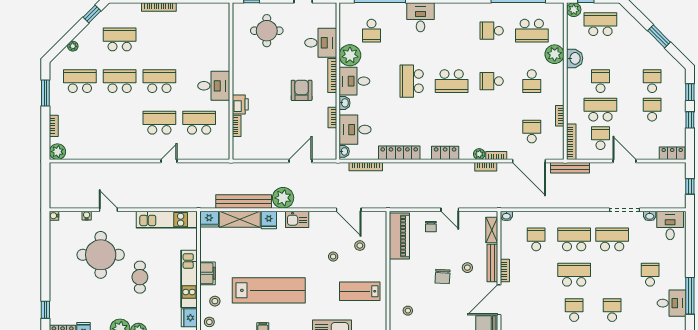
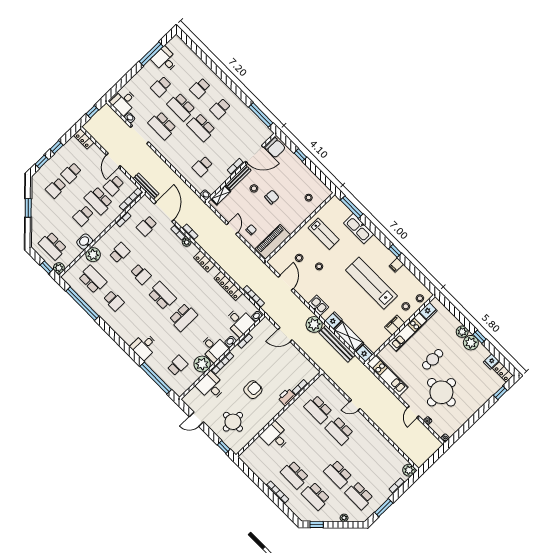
school desk: (159, 81) -> (295, 475), moved
desk: (214, 86) -> (275, 436), moved
armchair: (302, 90) -> (253, 390), moved, turned 180
school desk: (574, 239) -> (181, 107), moved

